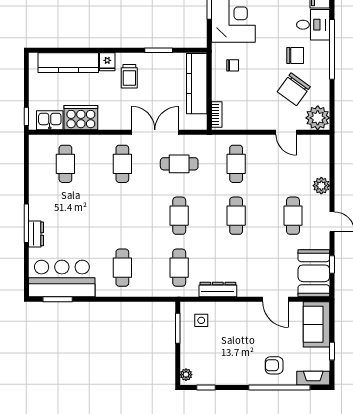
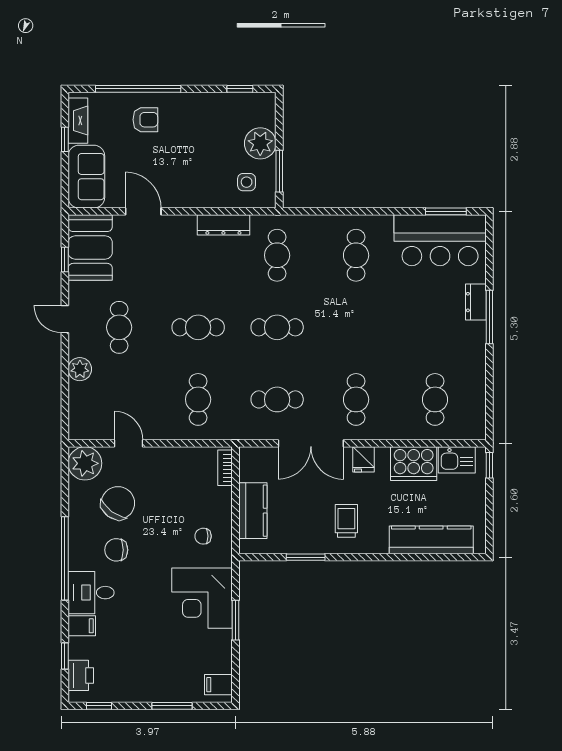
fridge: (107, 62) -> (364, 459), moved, turned 180
kitchen counter: (197, 84) -> (253, 511), width x0.67
cafe table: (179, 216) -> (277, 327), turned 90
cafe table: (236, 216) -> (198, 327), turned 90
plant: (186, 375) -> (260, 143), moved, width x1.88, depth x1.88
fireplace: (313, 378) -> (78, 121), moved, turned -90

